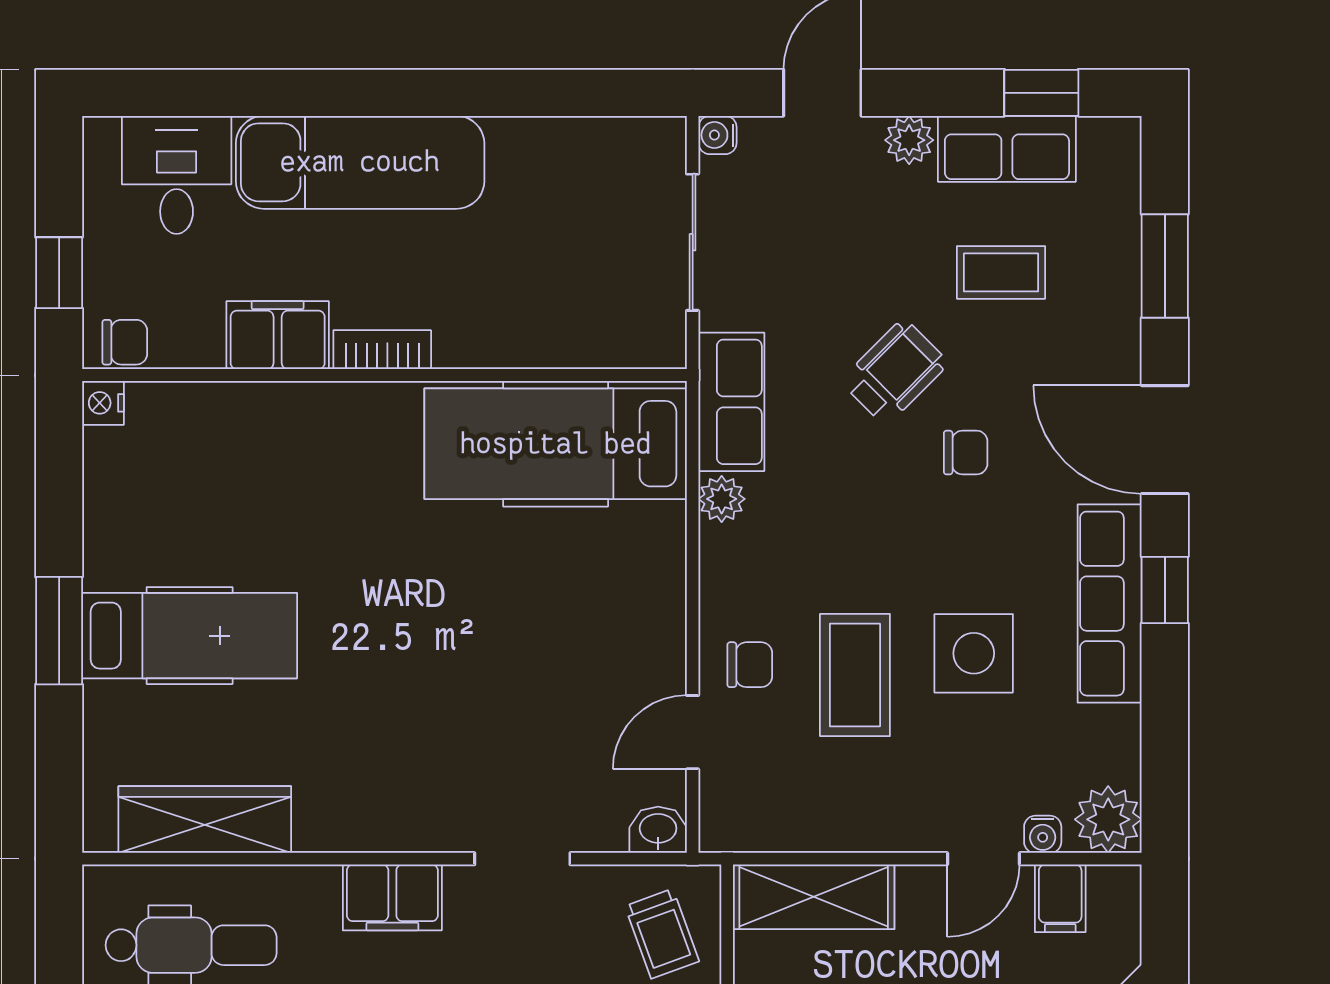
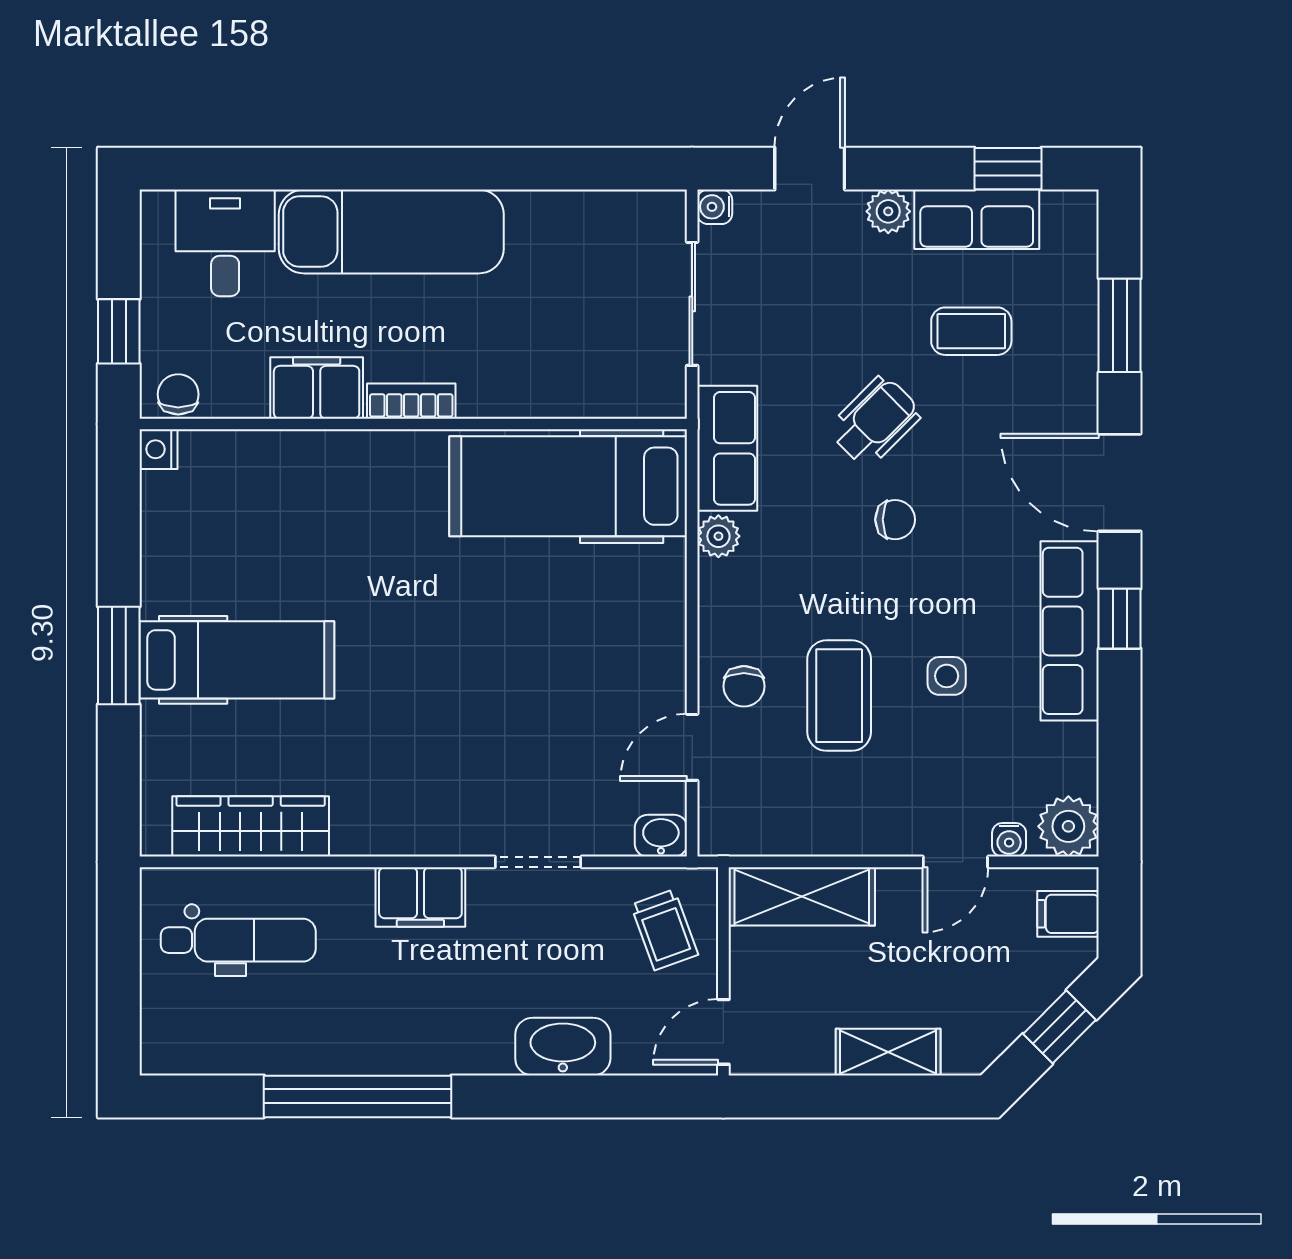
chair: (125, 342) -> (178, 394), turned -90
chair: (966, 453) -> (895, 520), moved
side table: (974, 653) -> (947, 676), width x0.54, depth x0.54
chair: (750, 665) -> (744, 686), turned 90
filing cabinet: (1060, 898) -> (1068, 914), moved, turned 90

